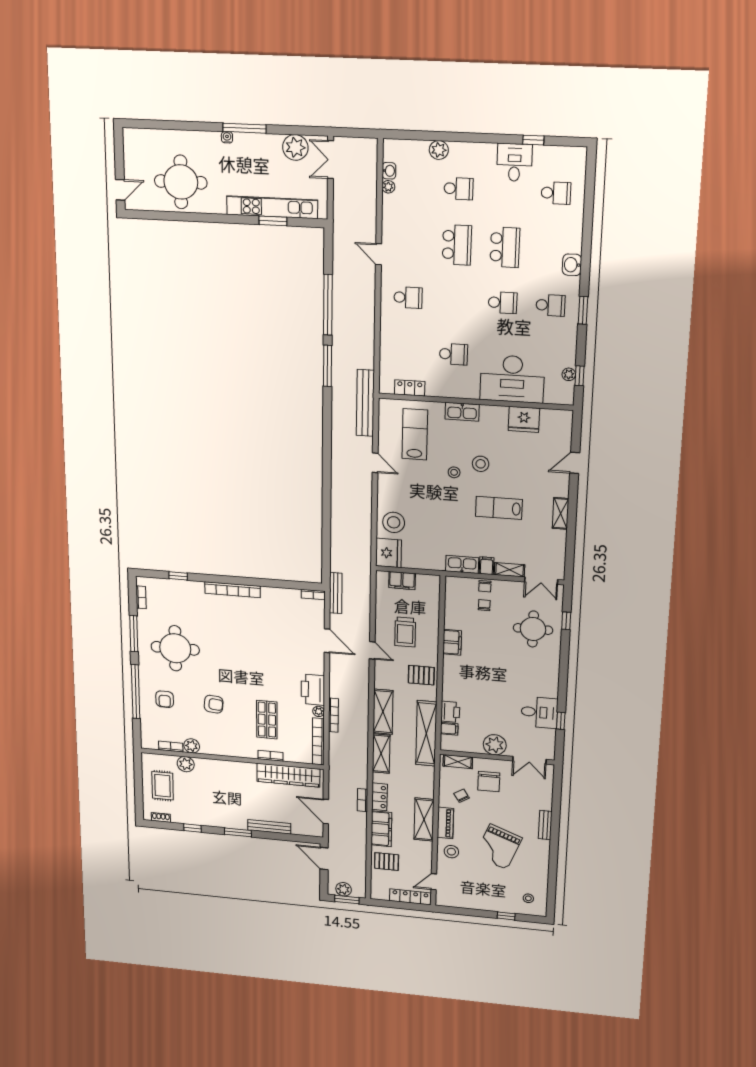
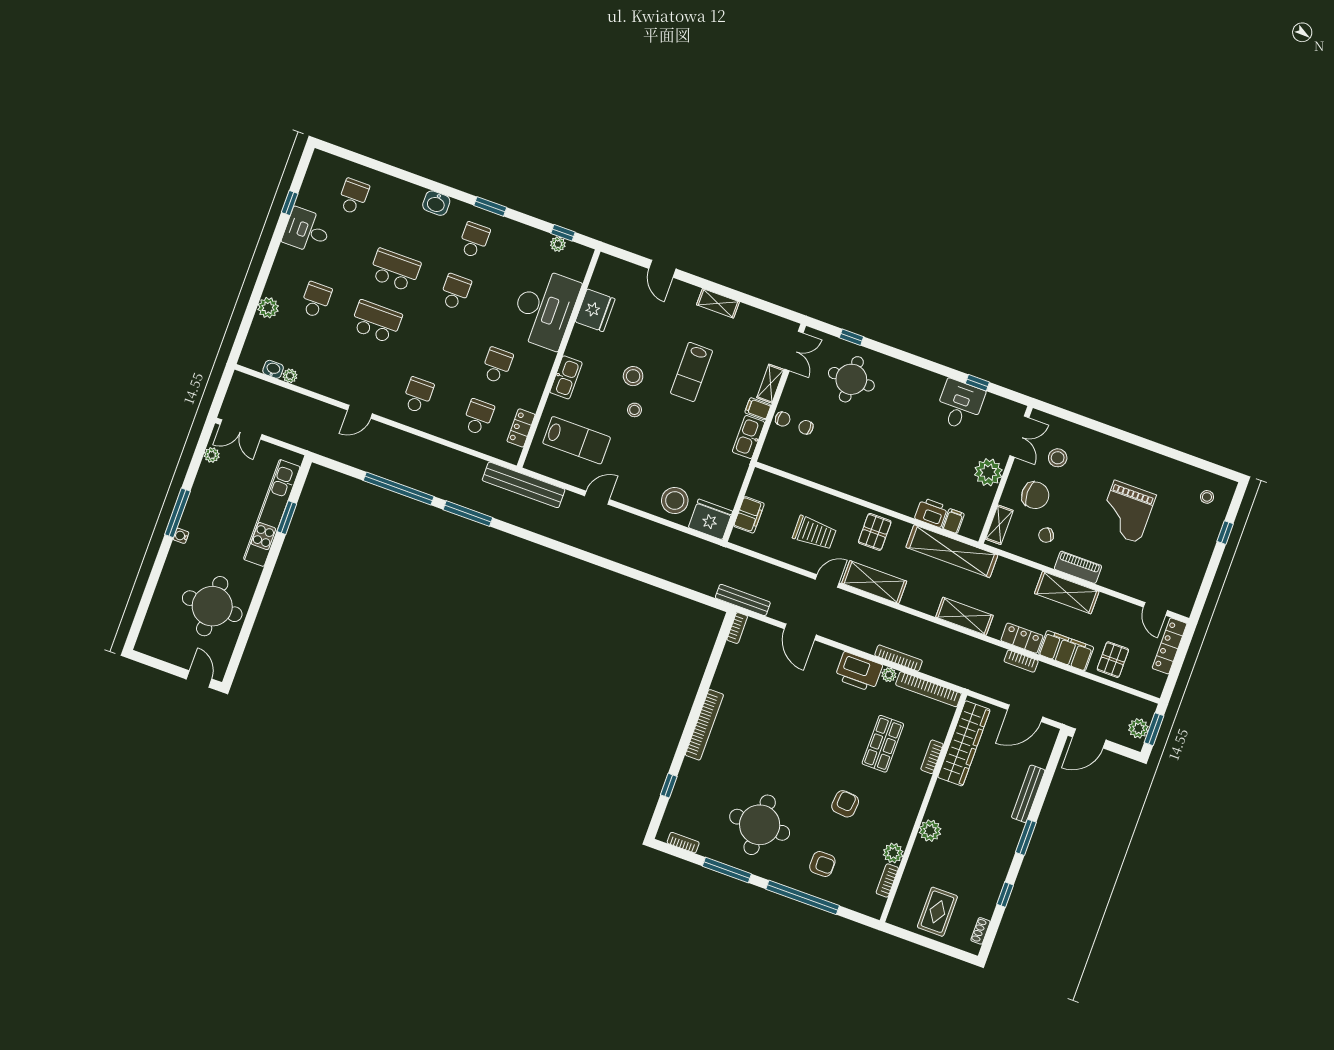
plant: (295, 147) -> (212, 455), width x0.53, depth x0.53
school desk: (407, 351) -> (478, 417), added
lab bench: (415, 434) -> (577, 440), turned 180
door: (327, 641) -> (800, 632), swing flipped
filing cabinet: (452, 642) -> (843, 481), removed
shelving: (383, 712) -> (874, 582), moved
shop shelf: (267, 720) -> (883, 744), turned 90
plant: (186, 764) -> (930, 831), moved
rug: (163, 786) -> (937, 912), turned 90
bench: (545, 825) -> (1111, 444), removed
grand piano: (498, 847) -> (1127, 512), turned 69
stool: (451, 852) -> (1058, 458), moved

